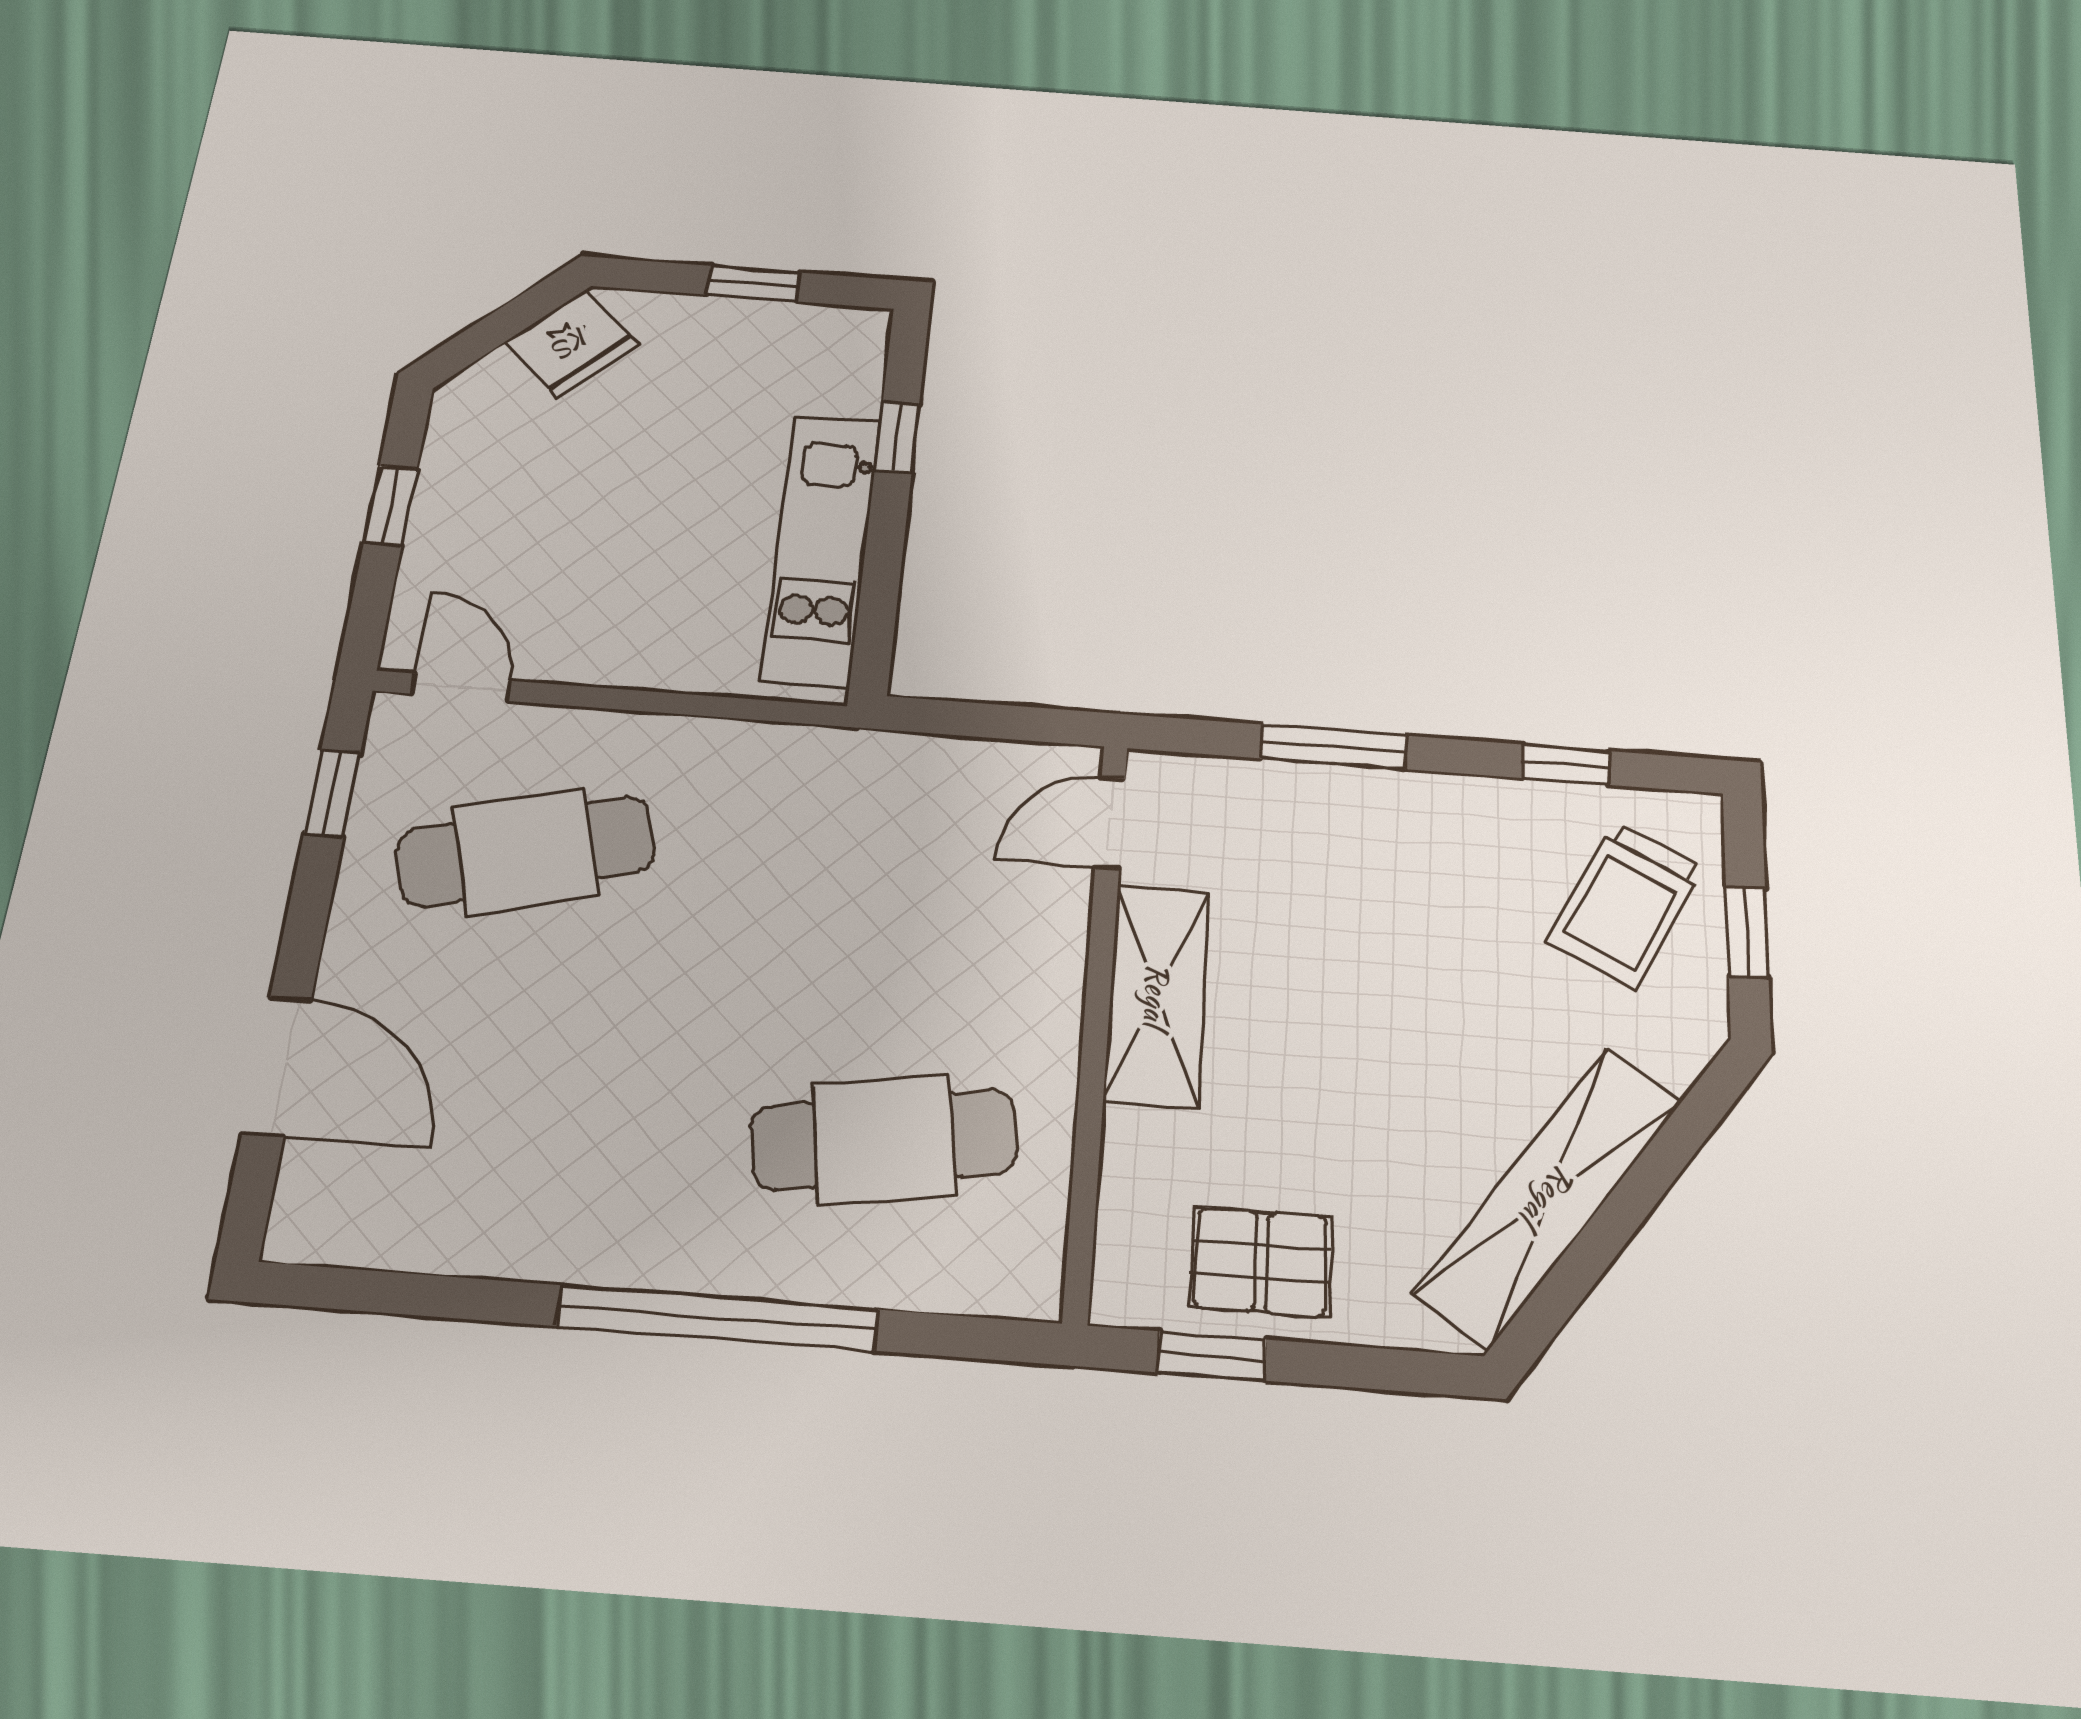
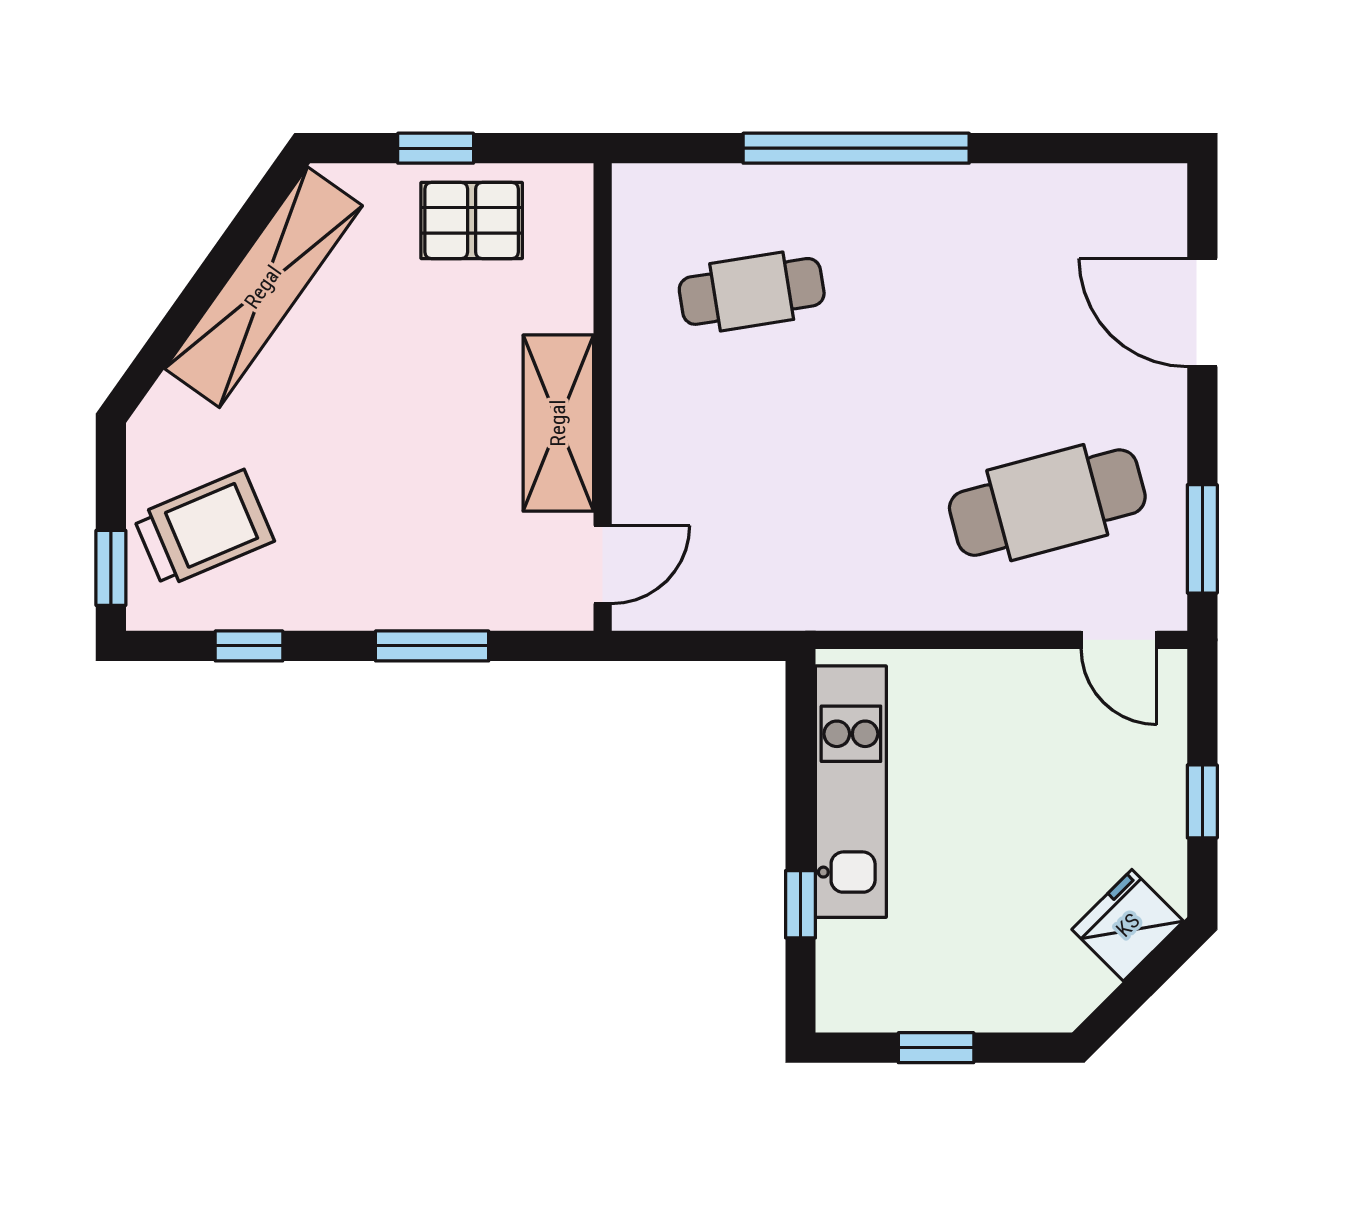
fridge: (572, 343) -> (1128, 925), moved
window: (332, 793) -> (1202, 539), width x1.50
trolley: (1626, 904) -> (204, 529), turned 40
window: (1747, 932) -> (111, 568), moved
cafe table: (884, 1140) -> (752, 291), width x0.73, depth x0.74
window: (1212, 1356) -> (436, 148), moved

